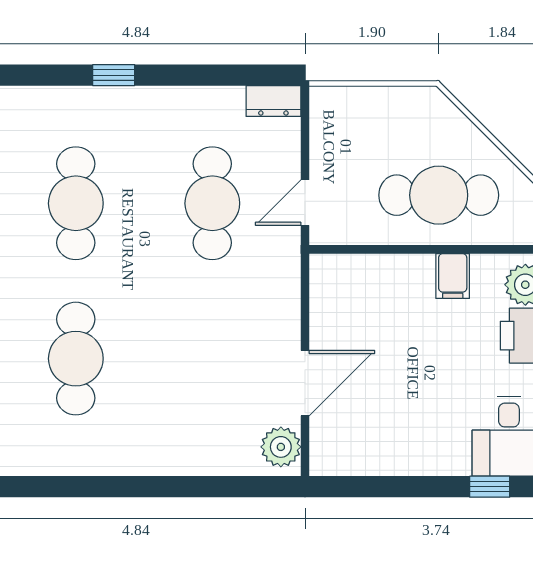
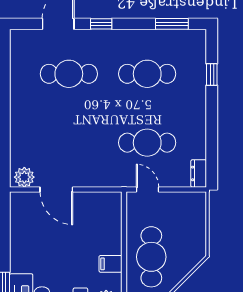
window: (114, 75) -> (212, 75), moved

